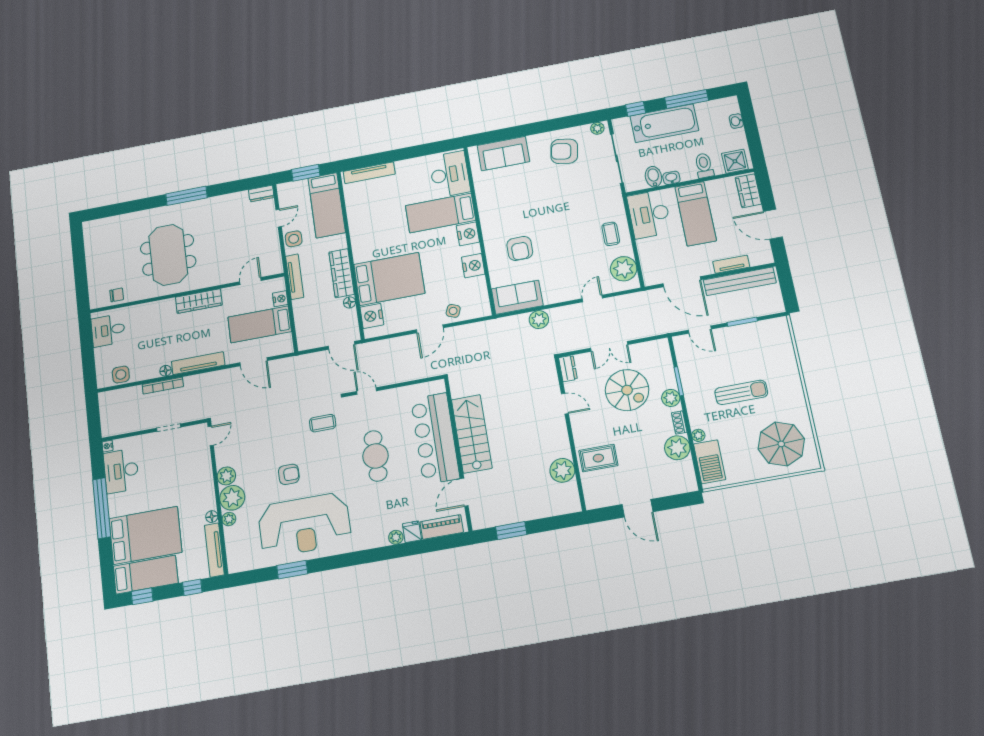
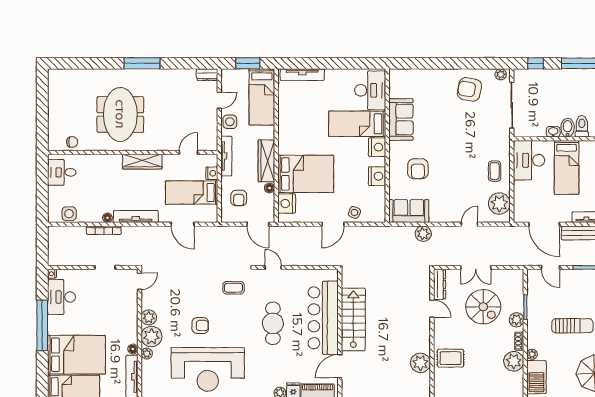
bathtub: (664, 123) -> (557, 81), removed
sofa: (503, 154) -> (401, 119), moved, turned -90
bidet: (653, 177) -> (568, 128), moved
armchair: (315, 320) -> (239, 198), added
dresser: (568, 368) -> (439, 284), width x1.44

